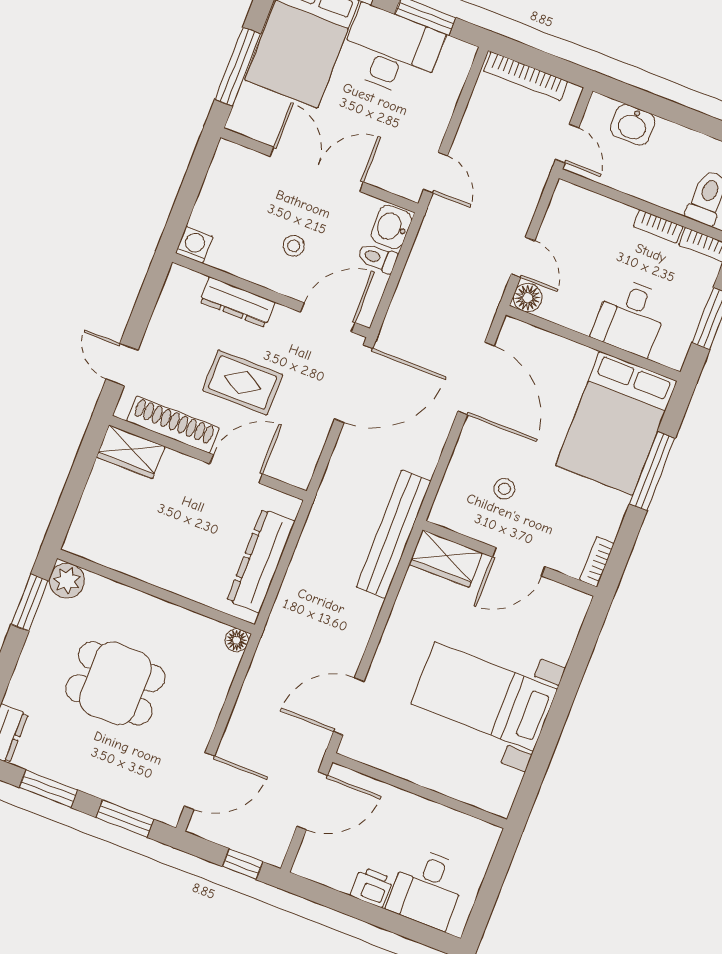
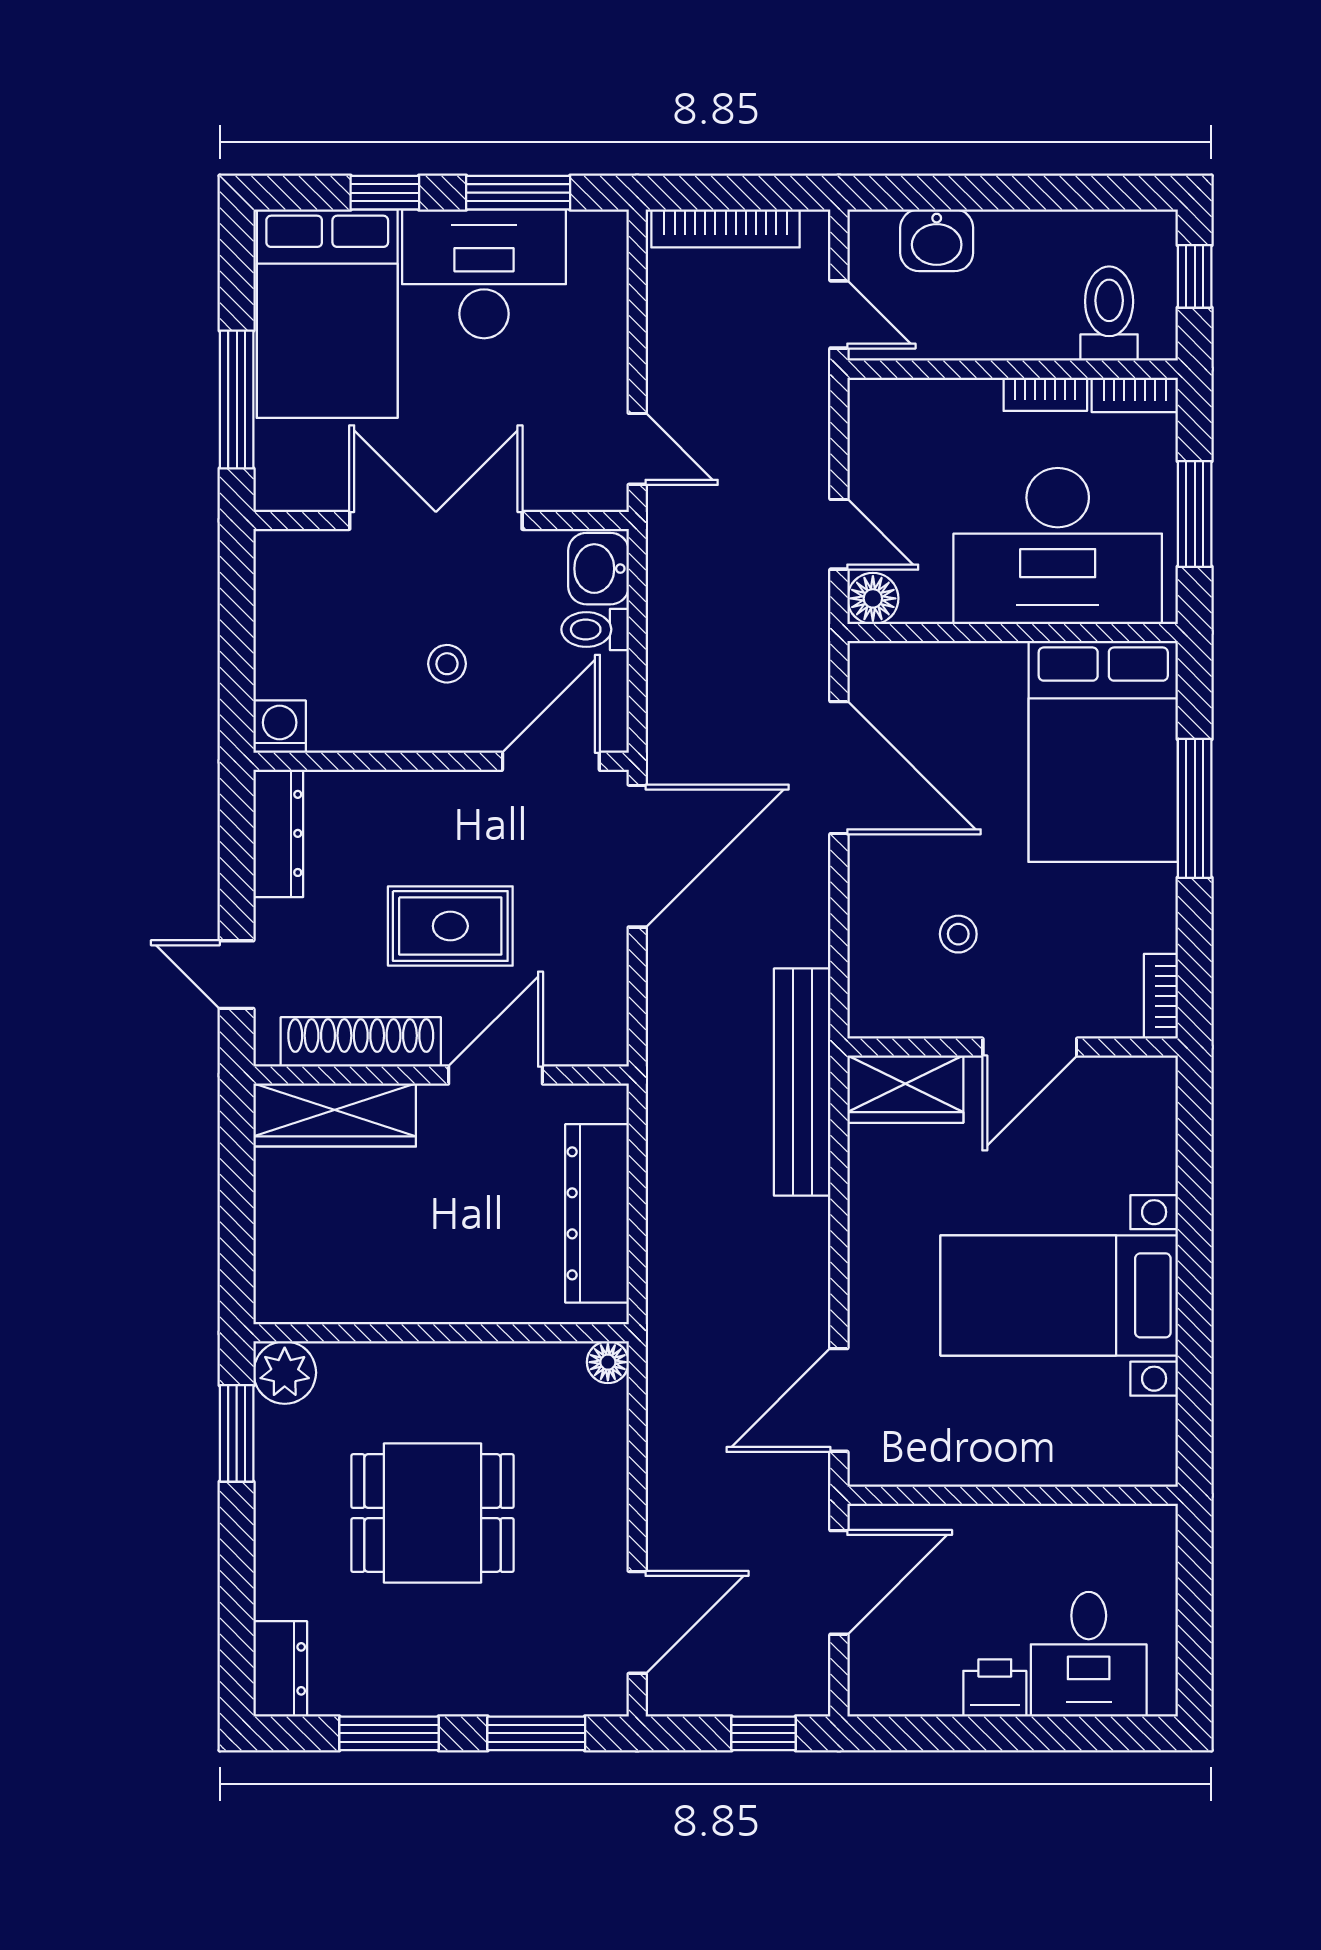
dresser: (237, 302) -> (278, 833), moved, turned -90
desk: (630, 317) -> (1058, 546), width x1.87, depth x1.30
wardrobe: (131, 452) -> (335, 1115), width x1.50

